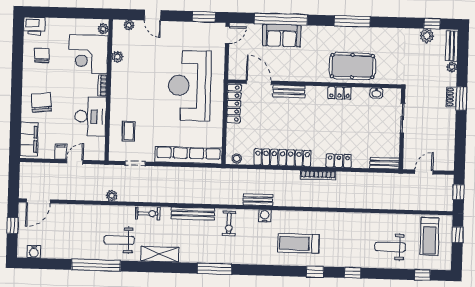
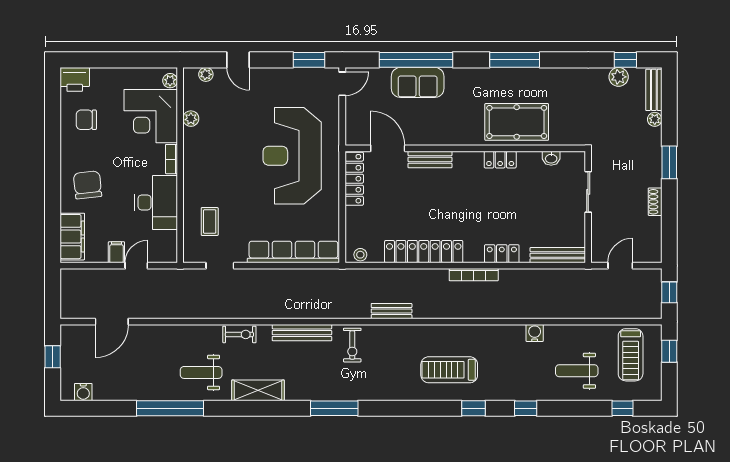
chair: (42, 55) -> (86, 120), turned -90
shoe rack: (451, 97) -> (655, 202), moved
bench: (384, 163) -> (558, 255), width x1.36
plant: (112, 196) -> (189, 311), removed
door: (38, 201) -> (112, 322), moved
water cooler: (265, 216) -> (535, 333), moved

